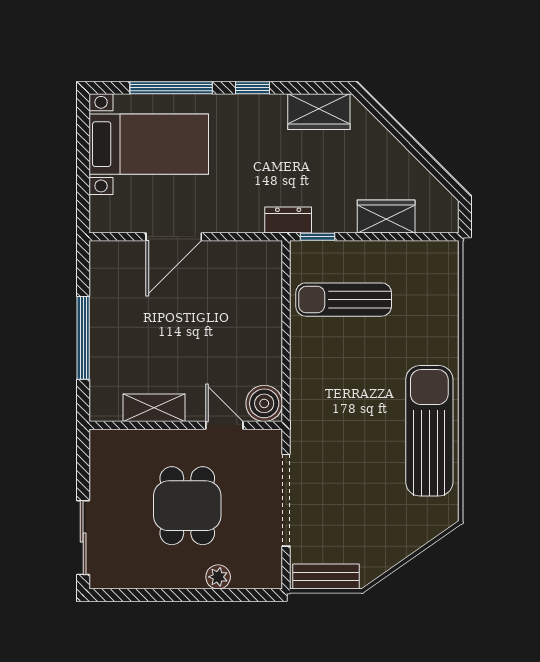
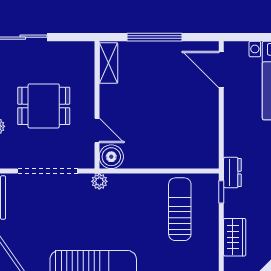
door: (174, 237) -> (221, 70), moved
shelving: (154, 408) -> (108, 63), moved
plant: (302, 421) -> (99, 181), added
door: (224, 425) -> (97, 130), hinge flipped

